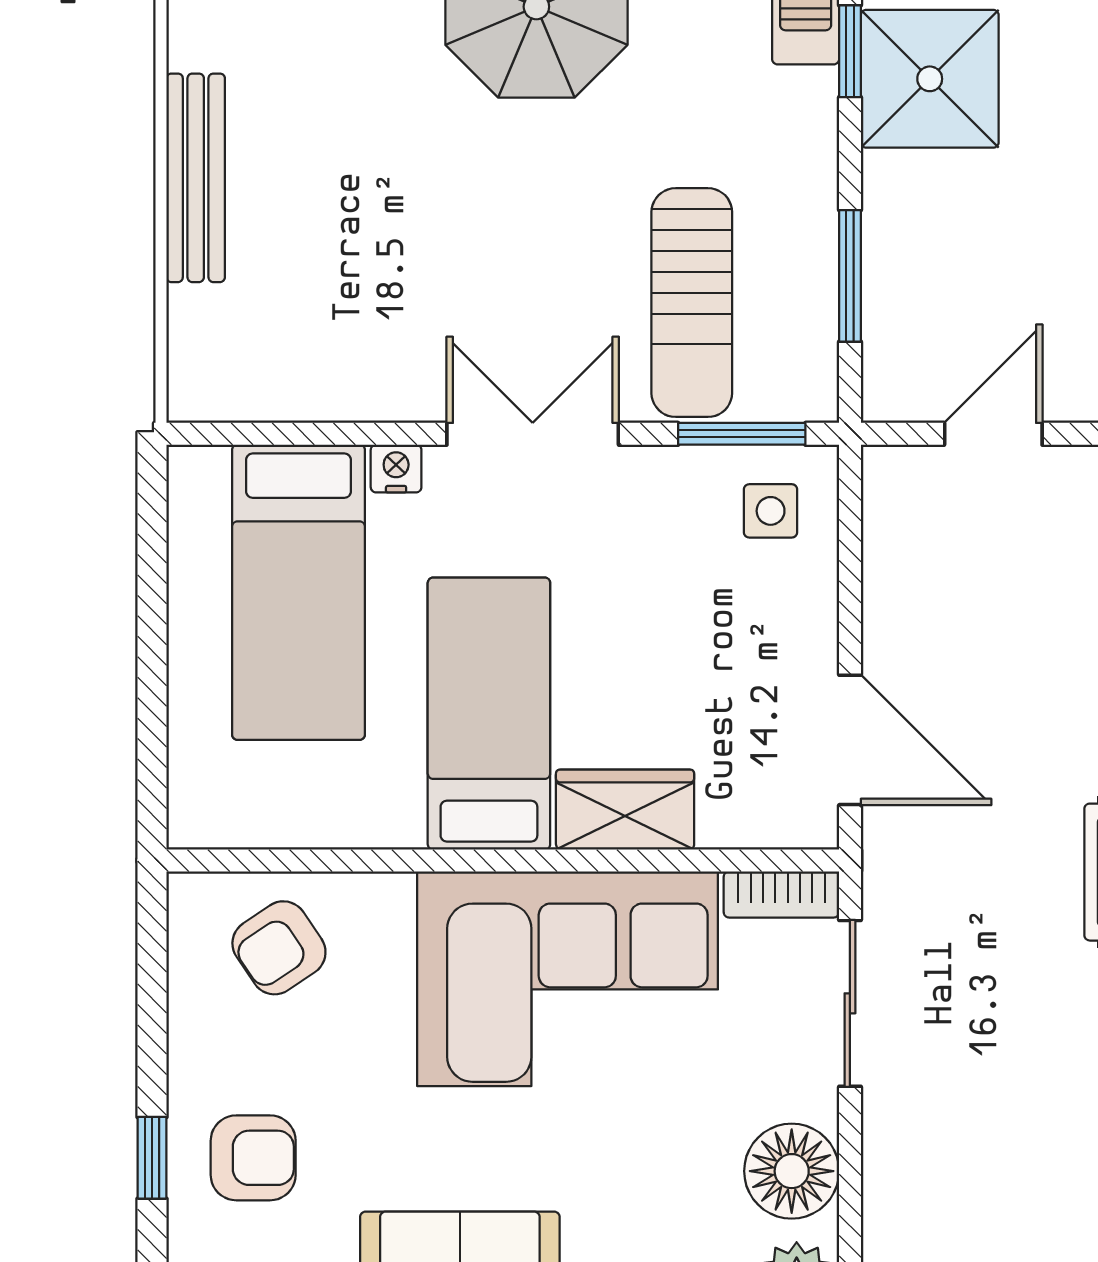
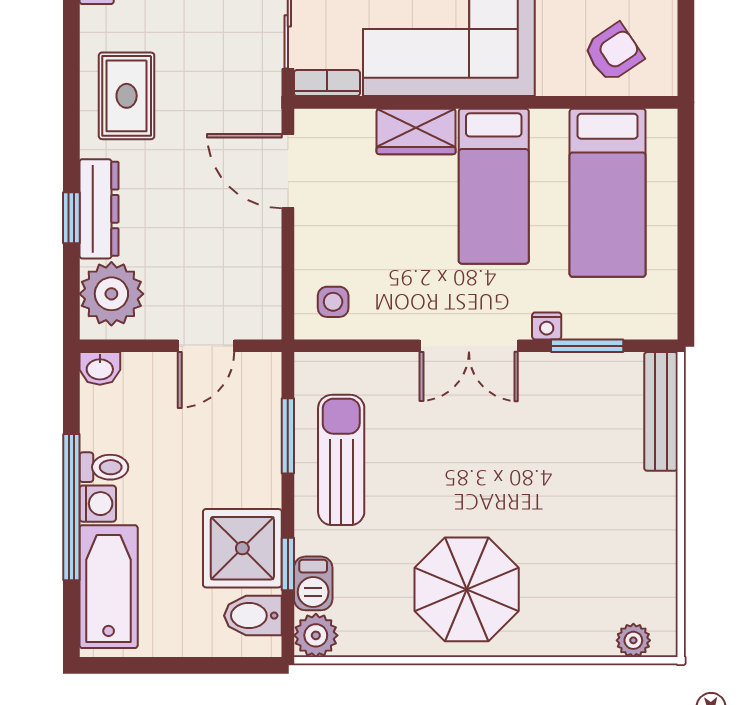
bench: (196, 178) -> (661, 411), moved
sun lounger: (692, 303) -> (341, 460), moved
window: (742, 434) -> (587, 346), moved
bed: (299, 592) -> (608, 193), moved, turned 180

